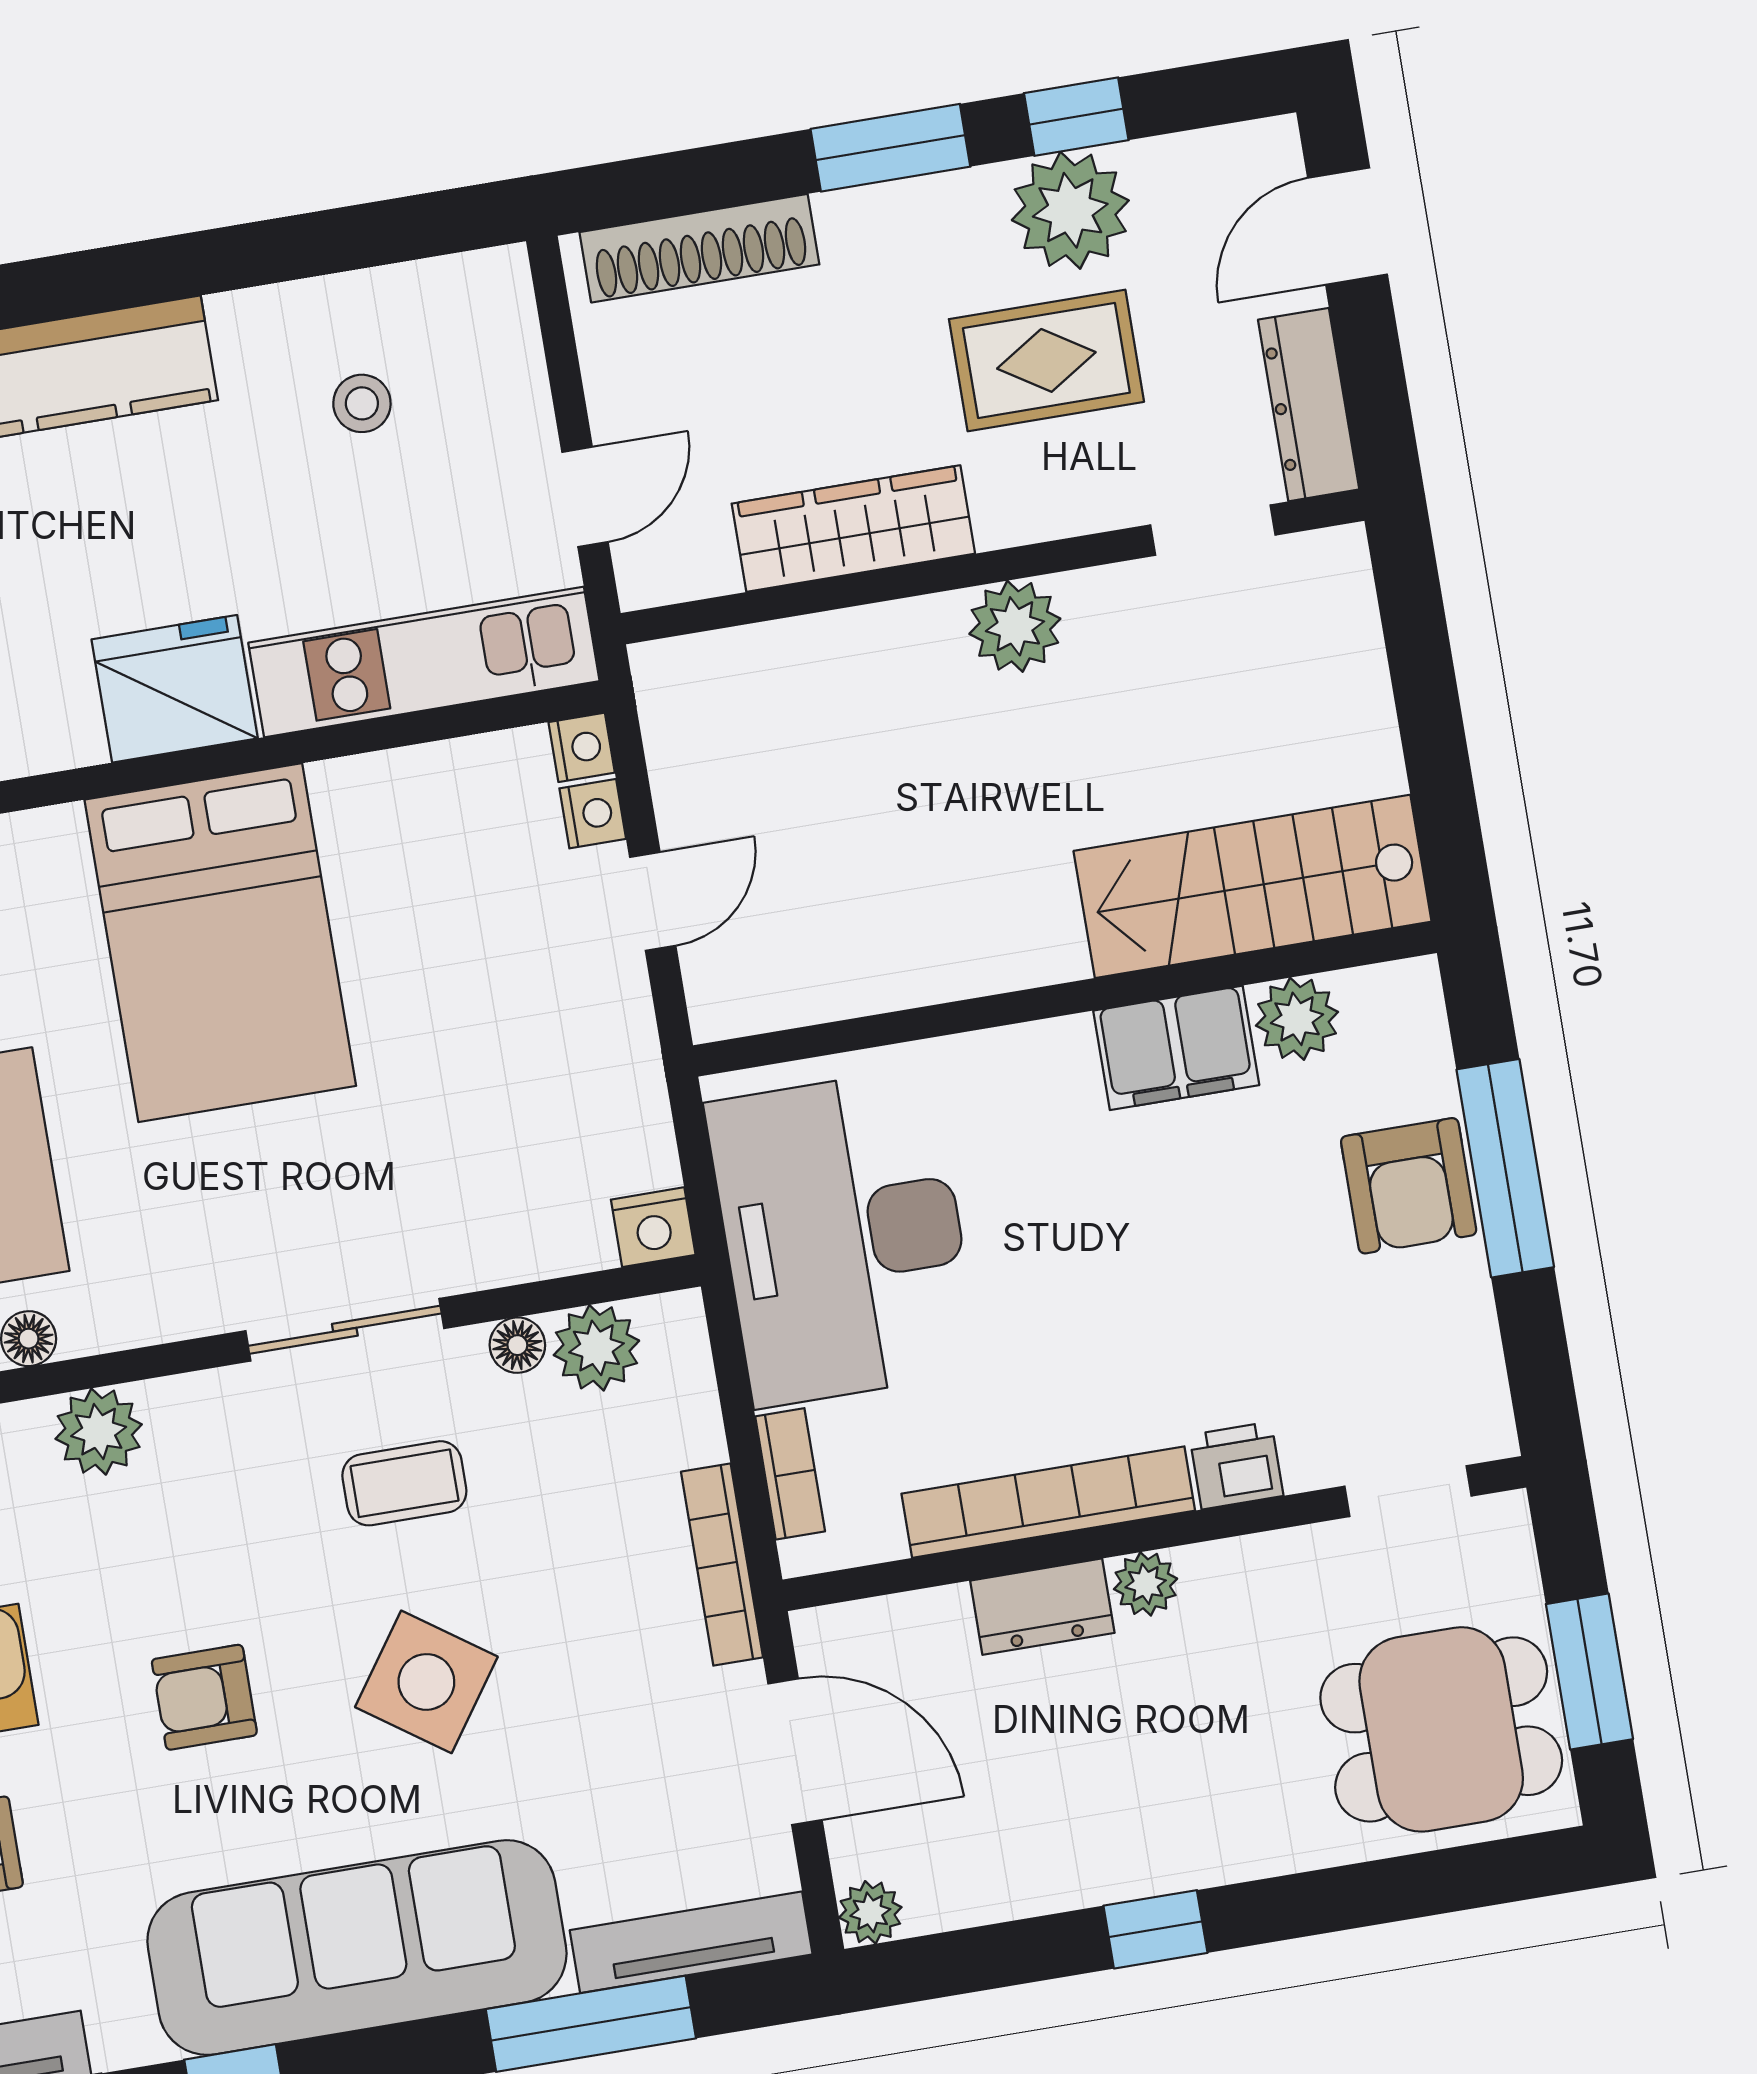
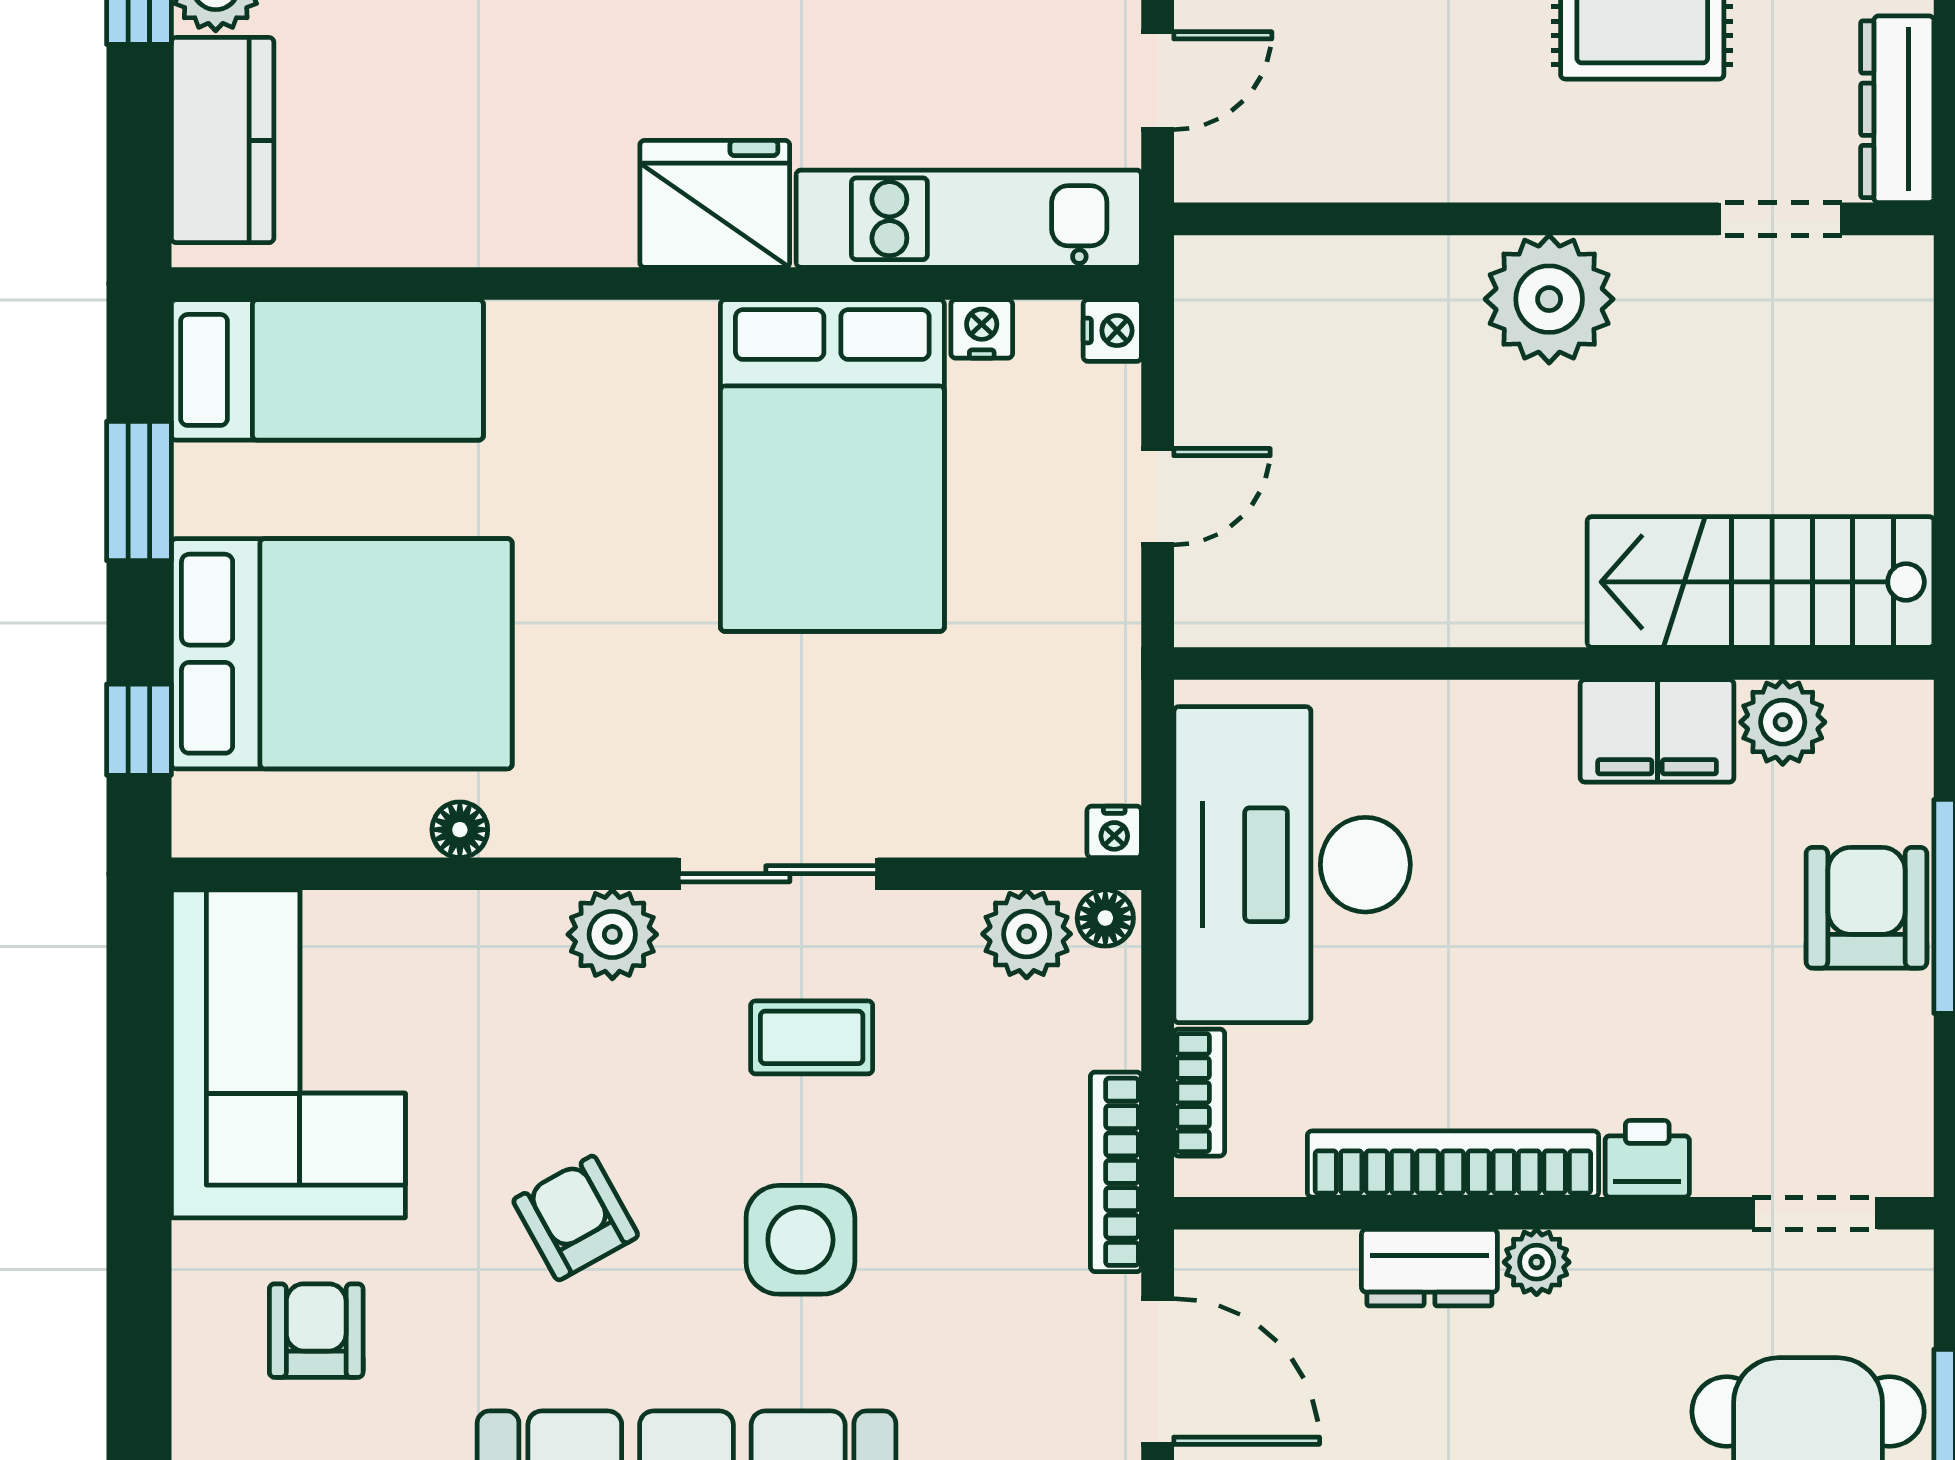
wardrobe: (853, 529) -> (1421, 157), removed
plant: (1015, 626) -> (1549, 299), width x1.36, depth x1.36
nightstand: (593, 814) -> (982, 329), moved, turned -90
bed: (220, 943) -> (832, 466), moved
armchair: (1409, 1186) -> (1866, 908), turned 180
nightstand: (653, 1227) -> (1114, 832), width x0.72, depth x0.74
floor lamp: (517, 1345) -> (1105, 918), moved
plant: (99, 1432) -> (612, 934), moved
side table: (426, 1682) -> (800, 1240), turned -35
armchair: (204, 1697) -> (576, 1218), turned 61

